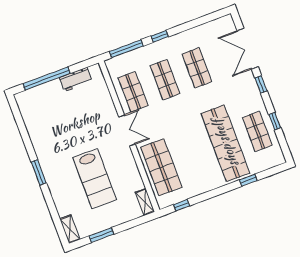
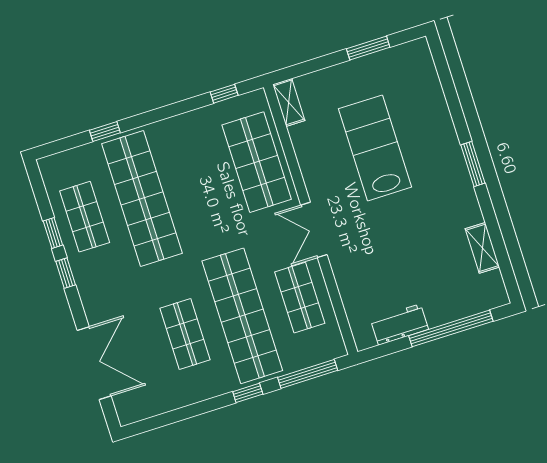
shop shelf: (165, 80) -> (242, 316), width x2.00, depth x1.36
window: (261, 84) -> (66, 273), moved
shelving: (70, 229) -> (482, 248), moved

